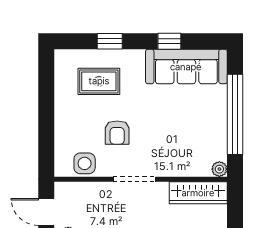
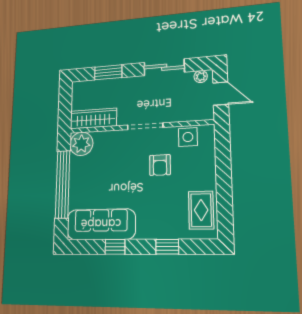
rug: (99, 81) -> (201, 210), moved, turned 90
armchair: (117, 133) -> (160, 165), turned 180
plant: (219, 169) -> (81, 144), width x1.88, depth x1.88

